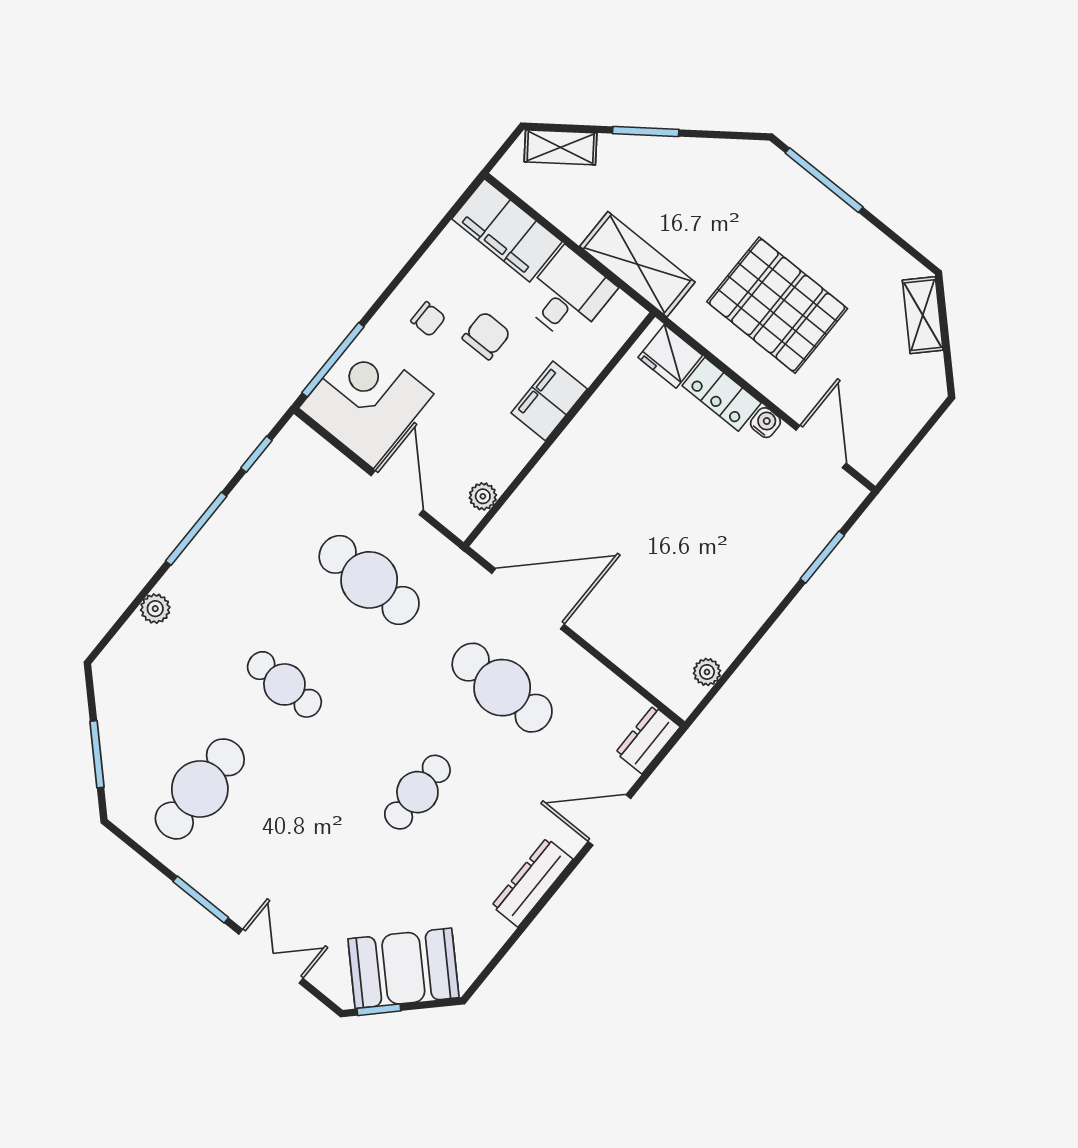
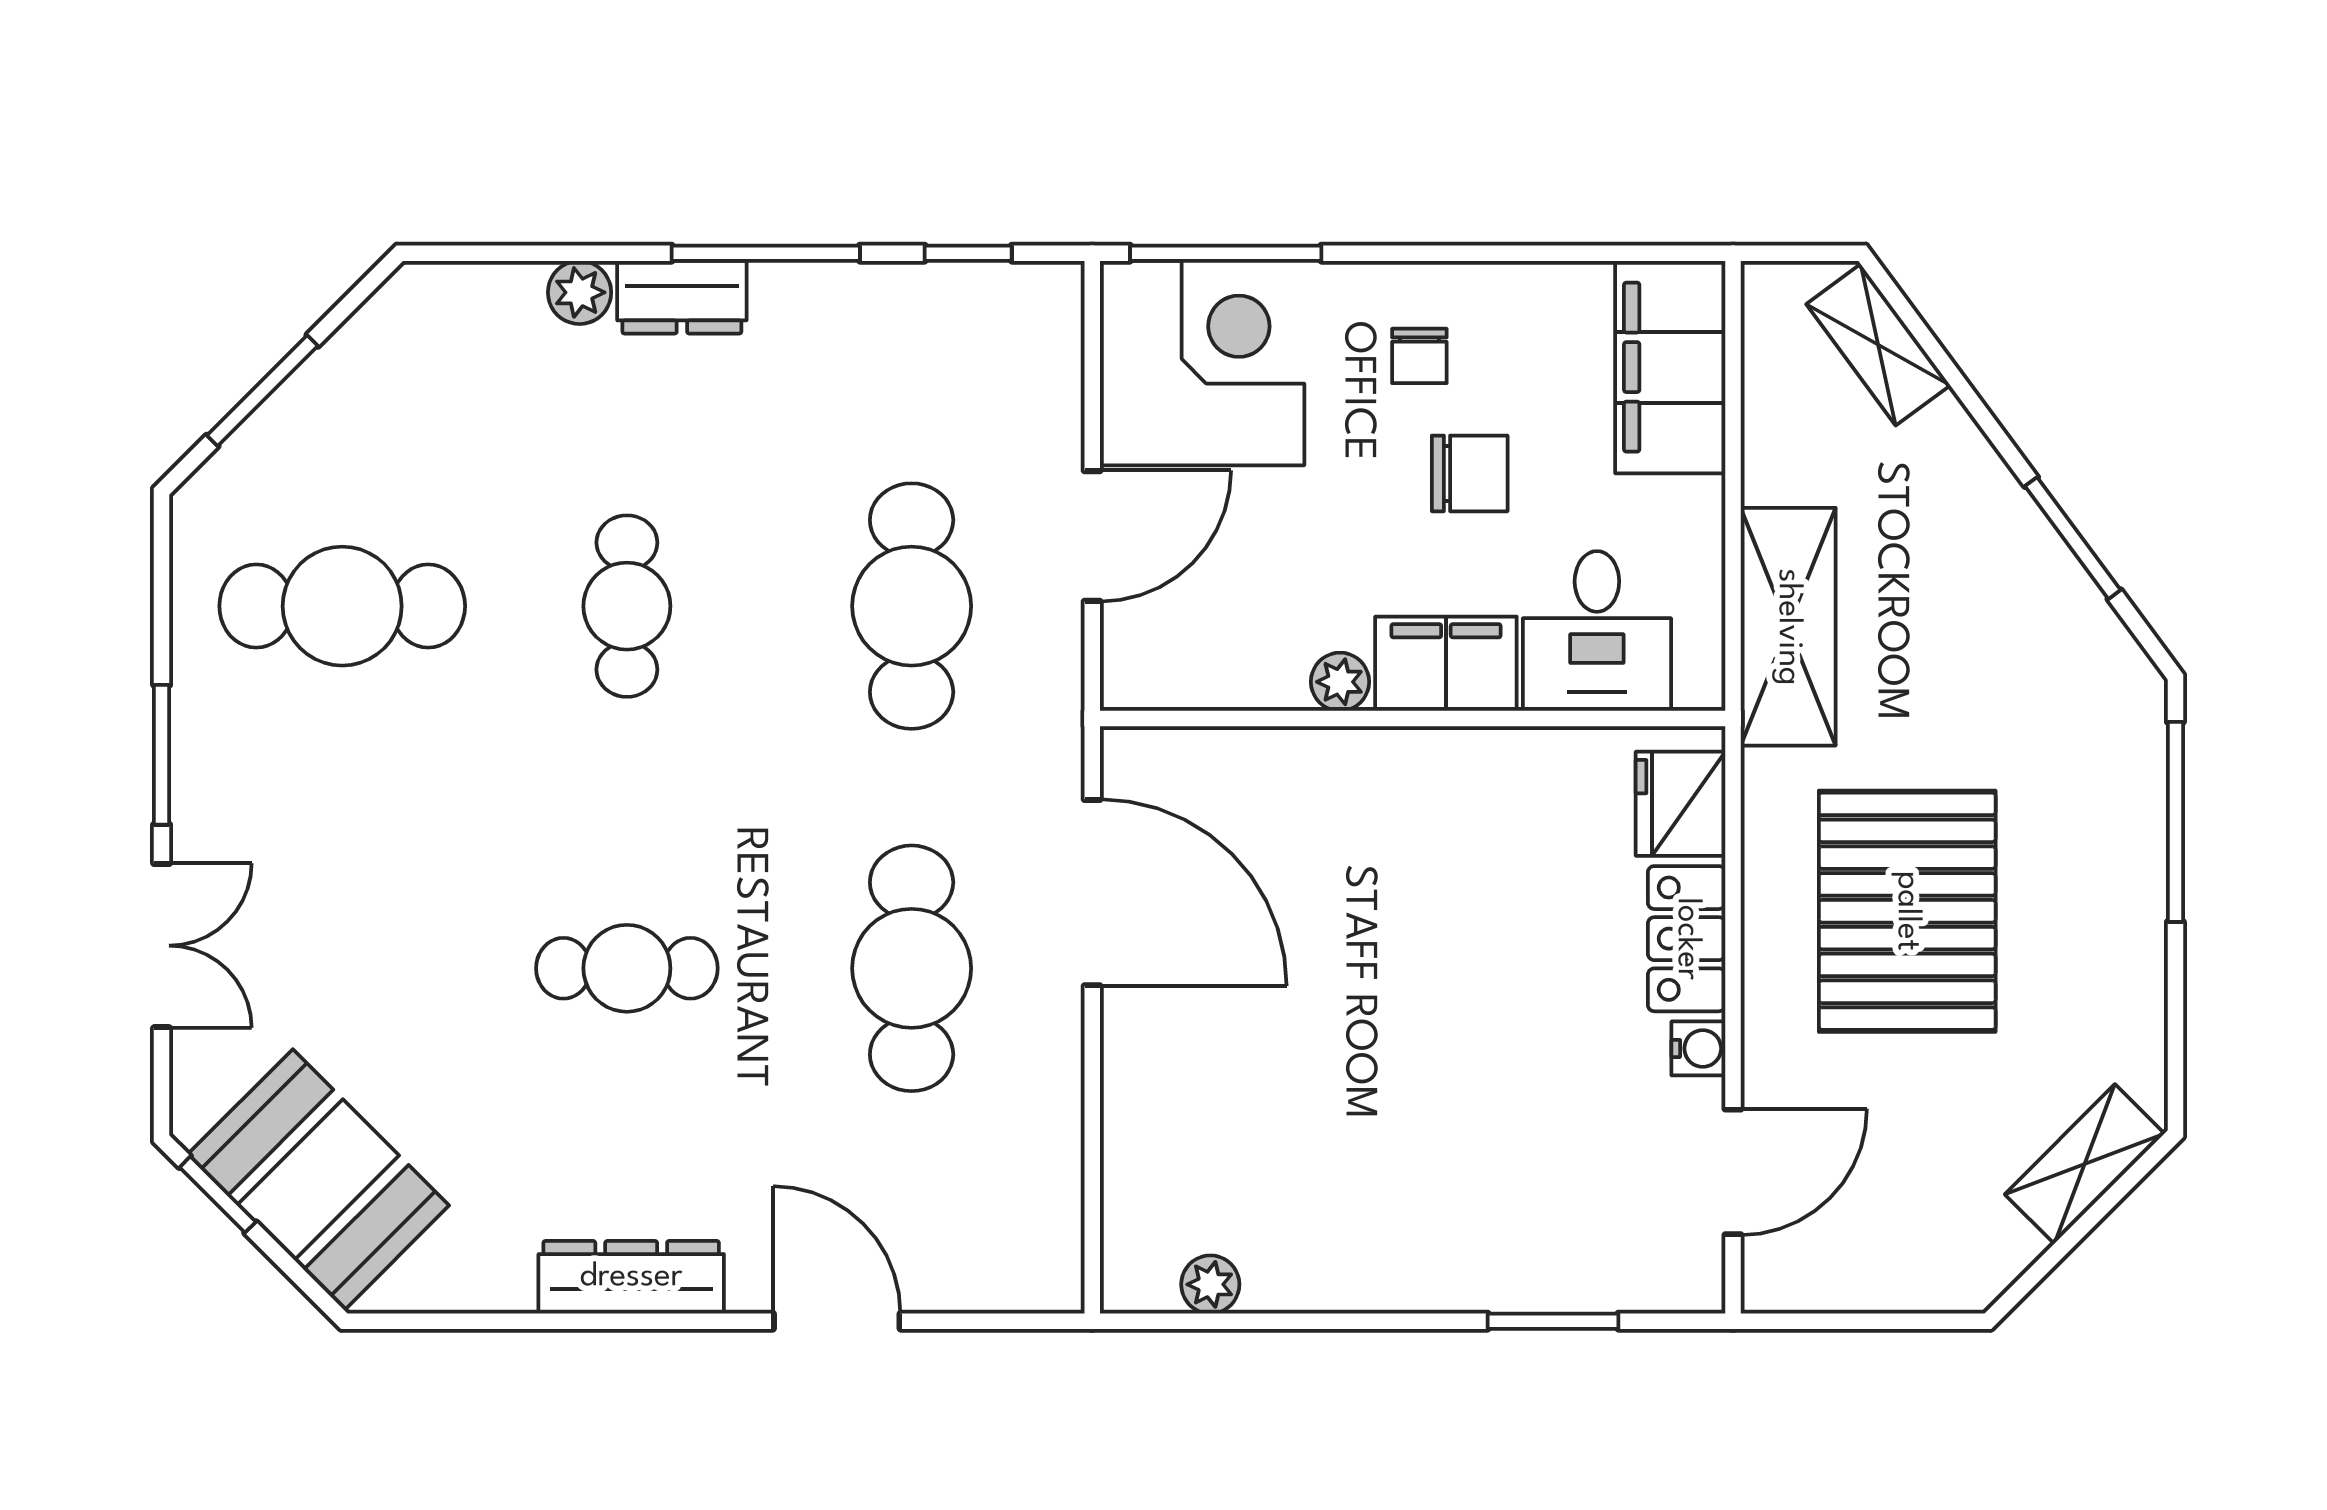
window: (646, 131) -> (2073, 538), moved
desk: (568, 295) -> (1597, 631), moved, turned 90
plant: (483, 496) -> (1340, 682), moved
dresser: (648, 740) -> (682, 297), moved, turned 180

